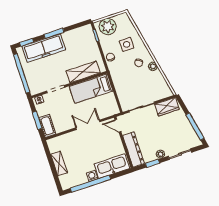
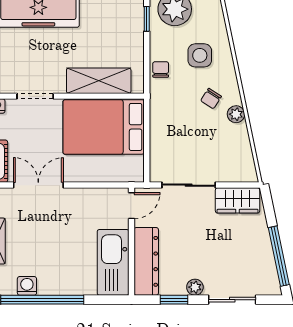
bed: (91, 89) -> (104, 127), width x1.50
double door: (88, 125) -> (38, 185), moved
door: (118, 126) -> (132, 206), swing flipped
kitchen sink: (112, 166) -> (113, 262), moved, turned -90
washing machine: (92, 176) -> (27, 286), moved

